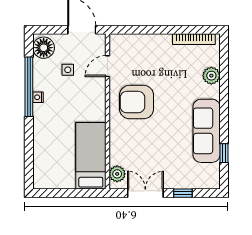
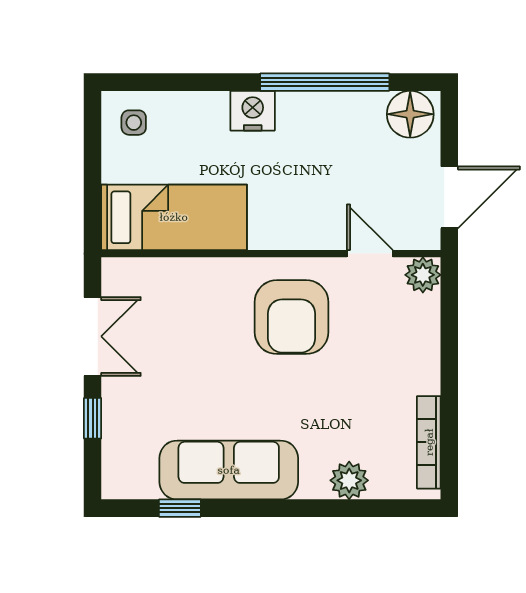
side table: (68, 70) -> (134, 123), moved
nightstand: (38, 97) -> (253, 111), moved, width x1.89, depth x1.79
armchair: (137, 102) -> (292, 317), turned 180
plant: (117, 174) -> (423, 275), moved

